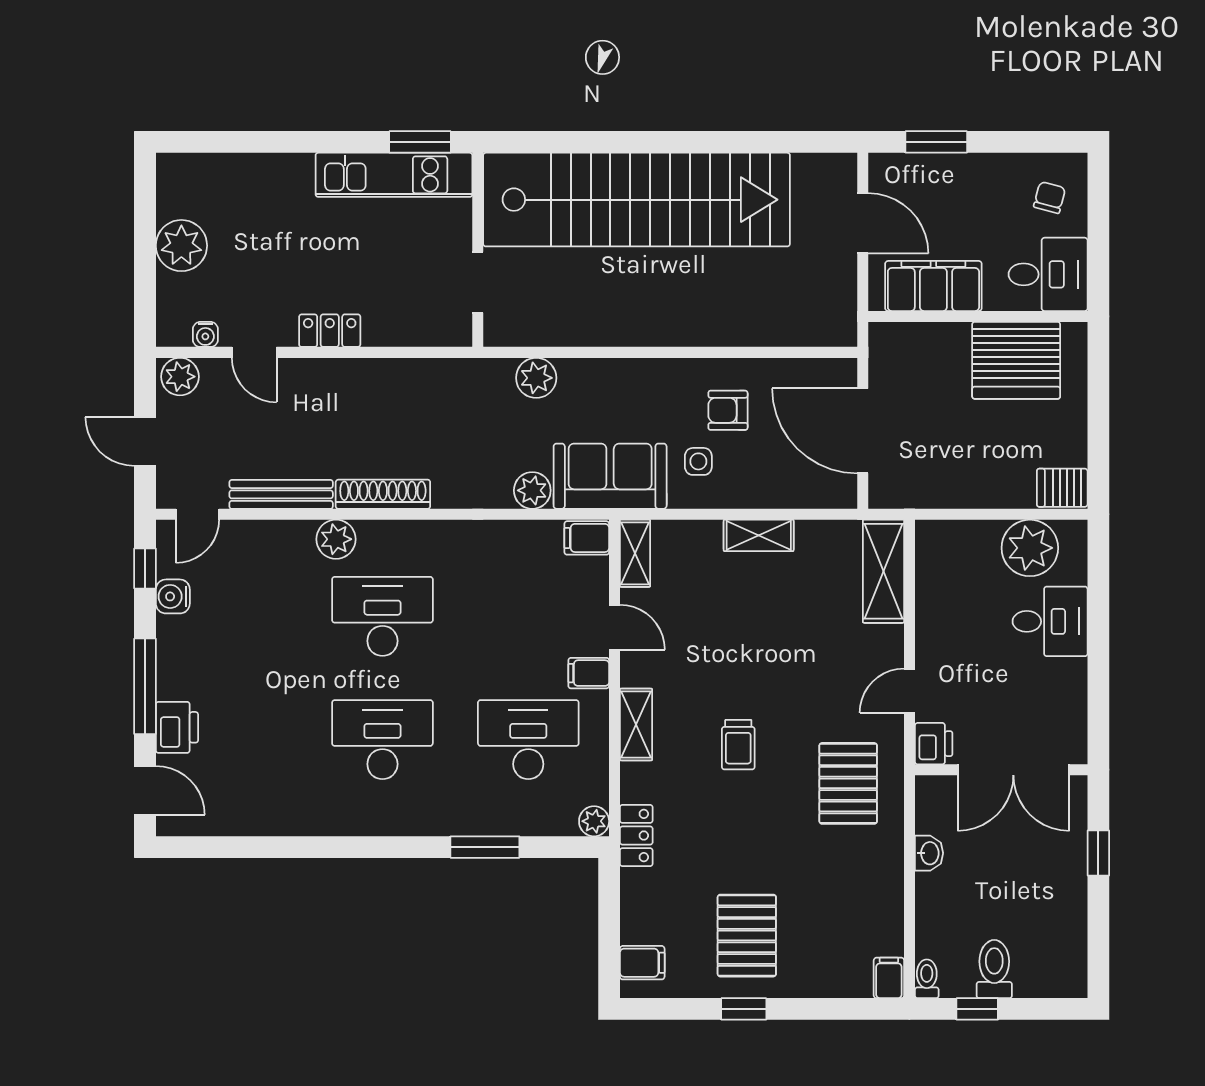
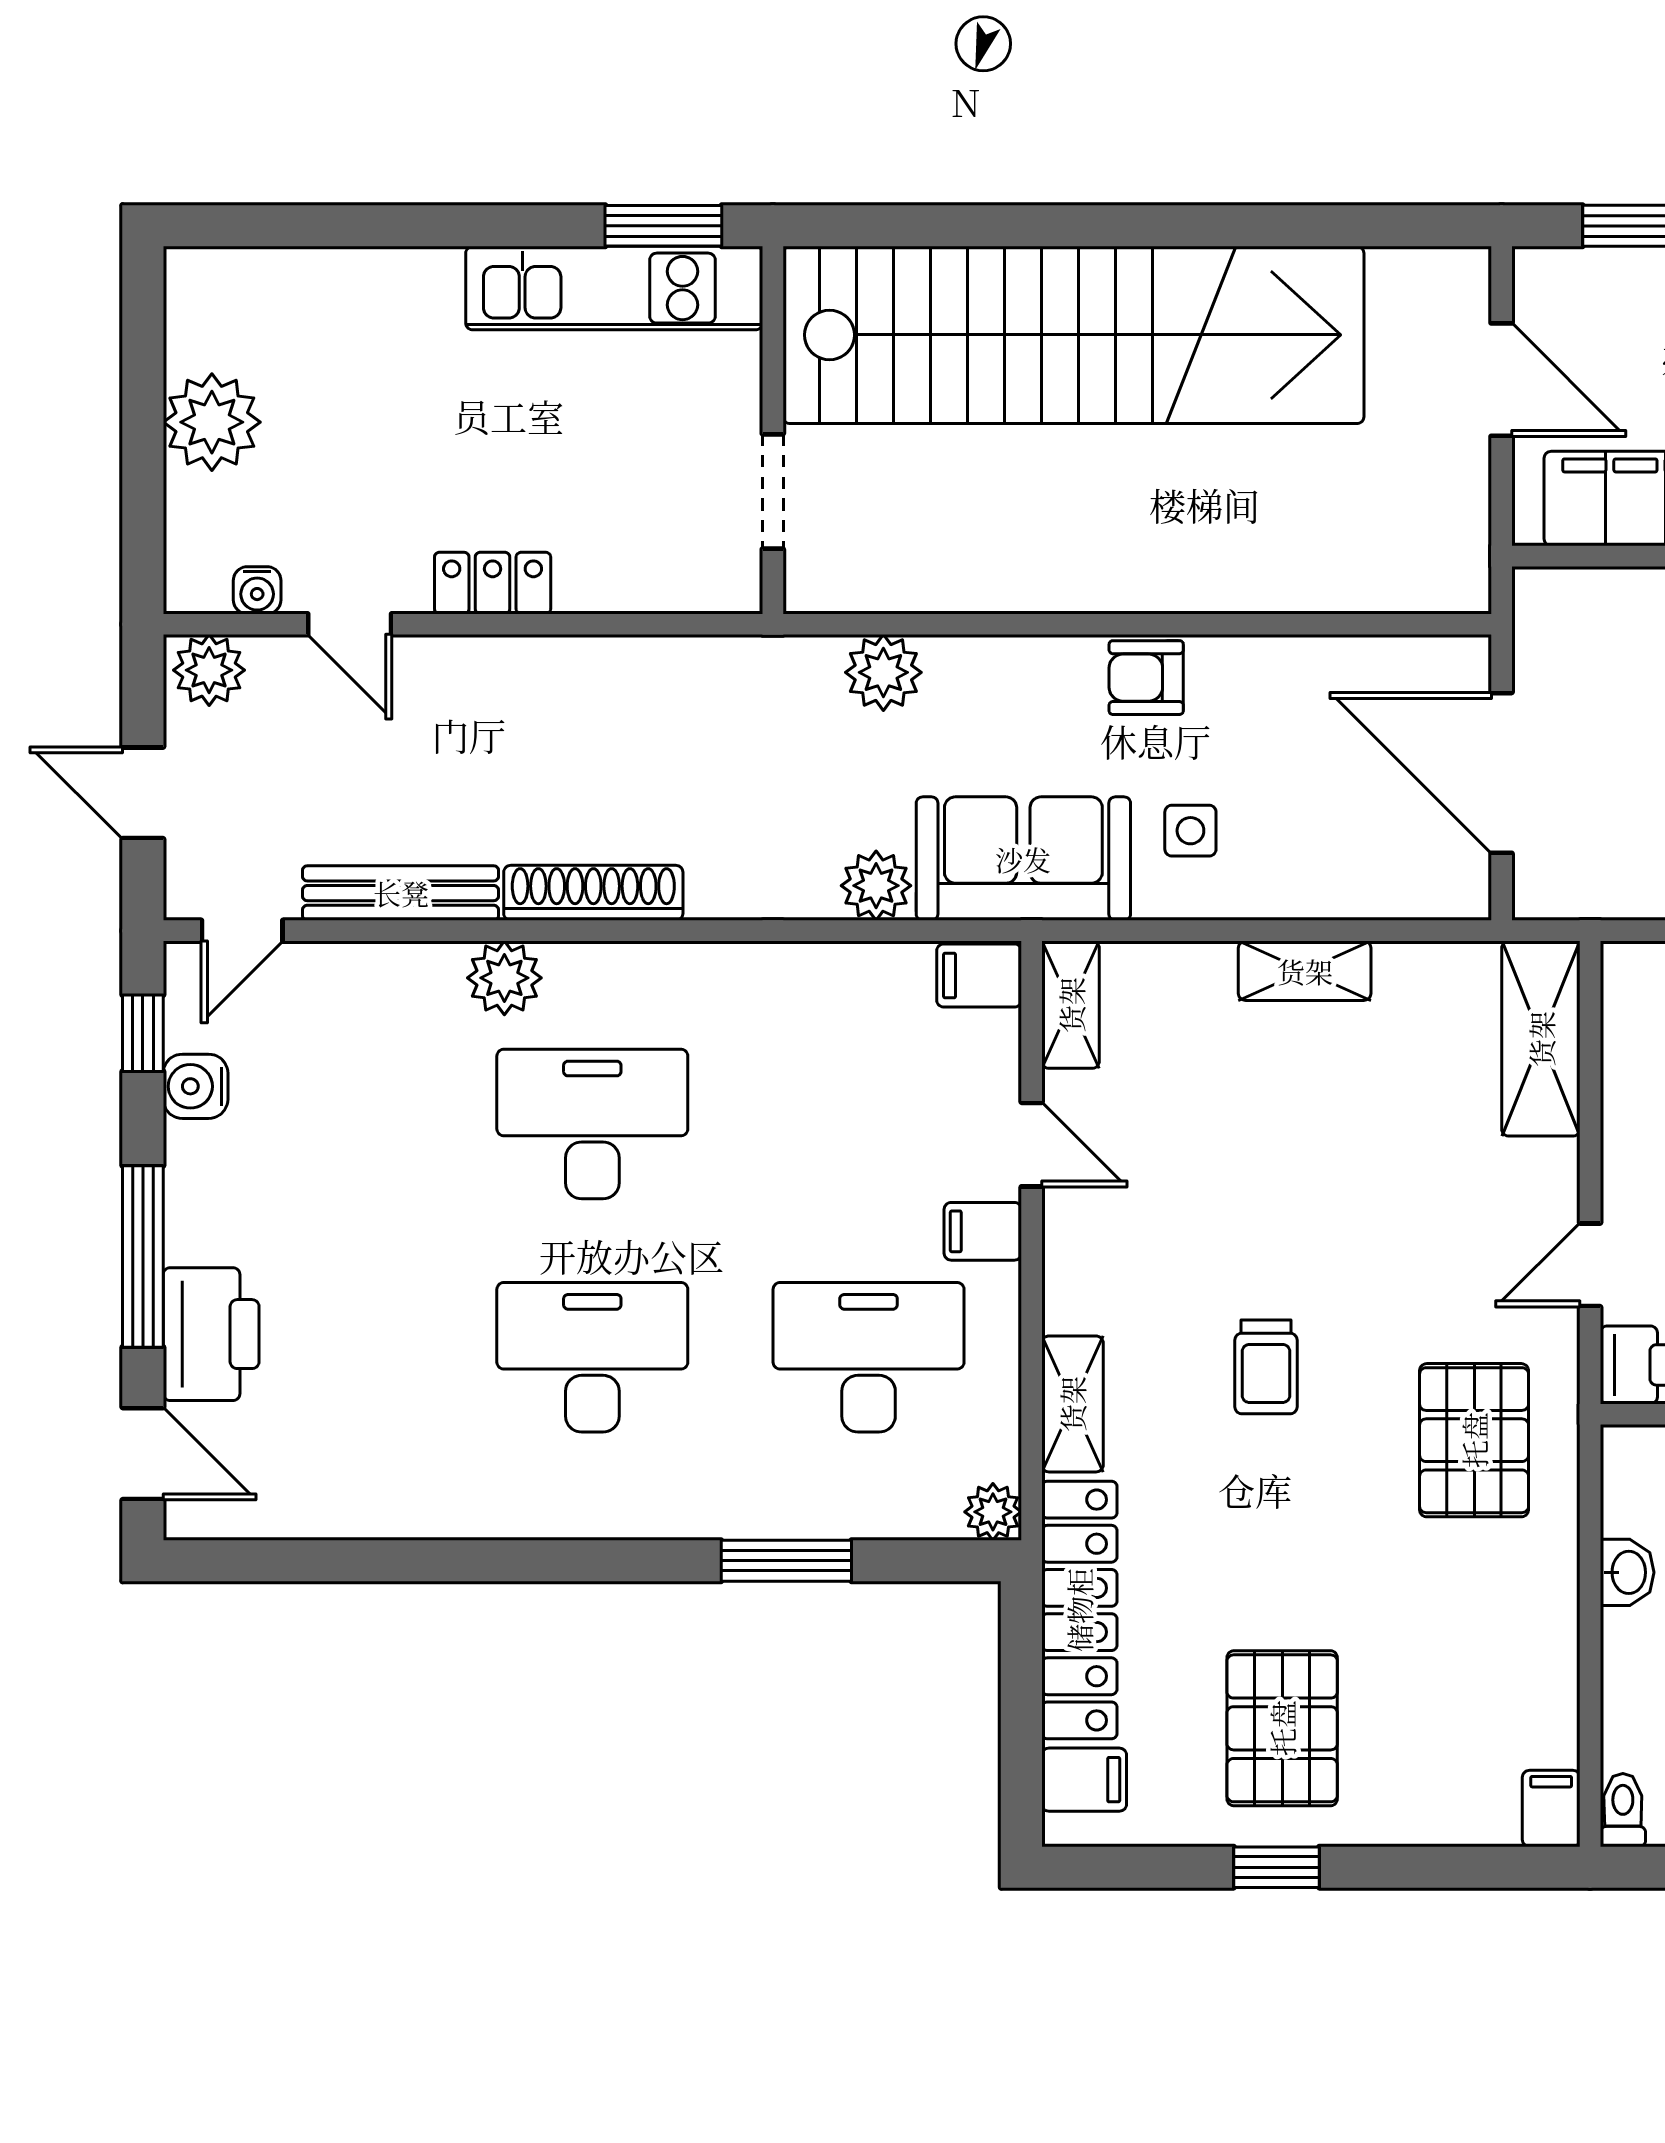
armchair: (728, 410) -> (1146, 678), moved
shelving: (636, 725) -> (1072, 1404), moved
printer: (177, 727) -> (211, 1334), width x1.37, depth x1.19
locker: (636, 836) -> (1079, 1610), width x2.16, depth x1.21

